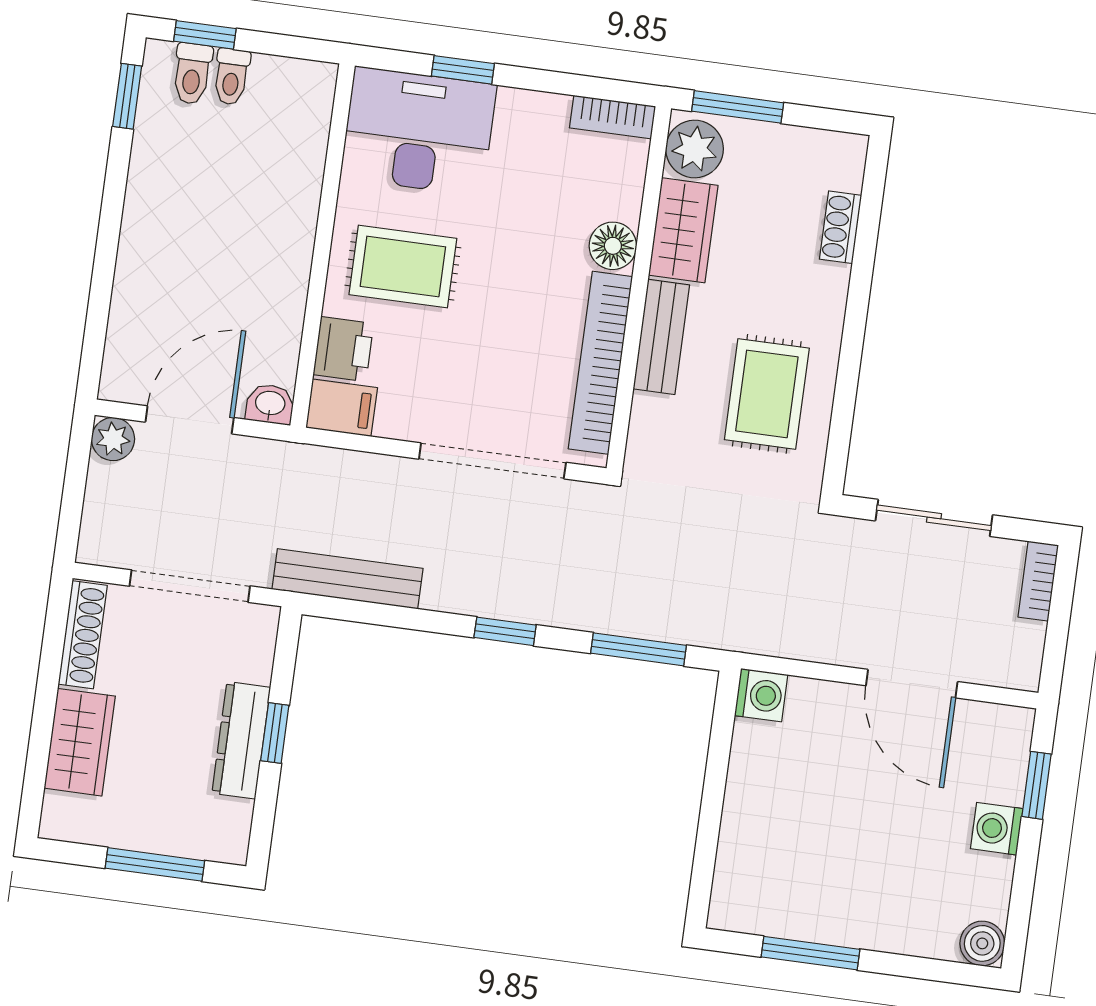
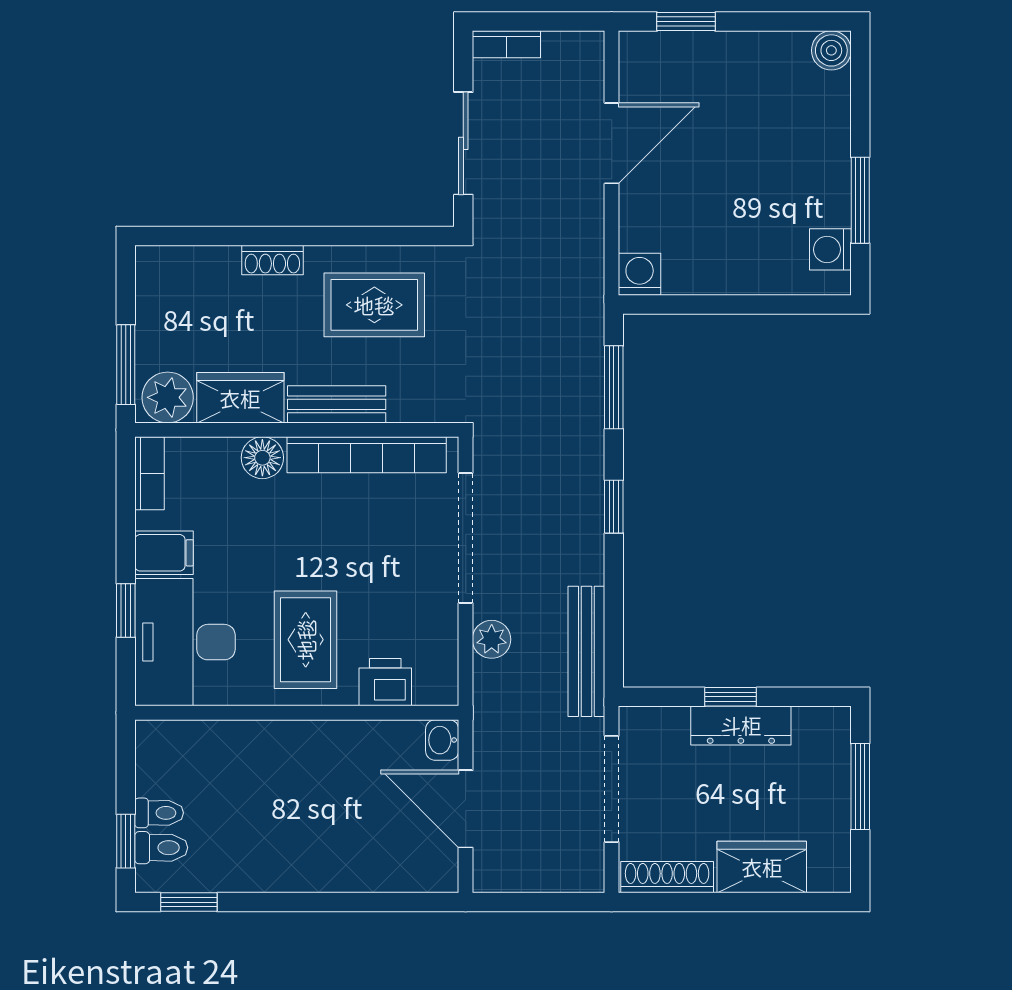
shoe rack: (841, 227) -> (272, 260), moved
filing cabinet: (342, 408) -> (164, 553), moved, turned 90
plant: (113, 439) -> (492, 639), moved
washing machine: (997, 829) -> (830, 249), moved, turned 90

